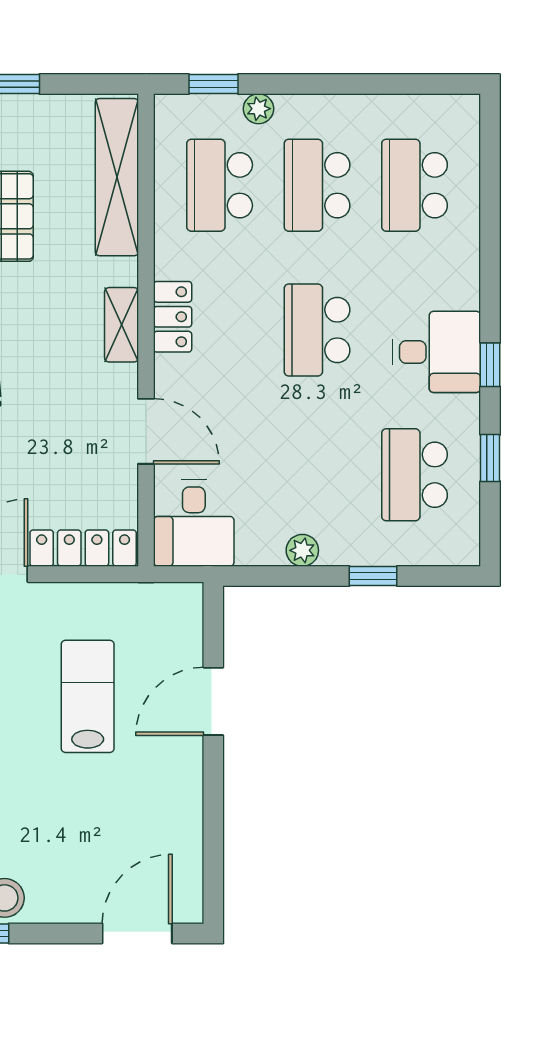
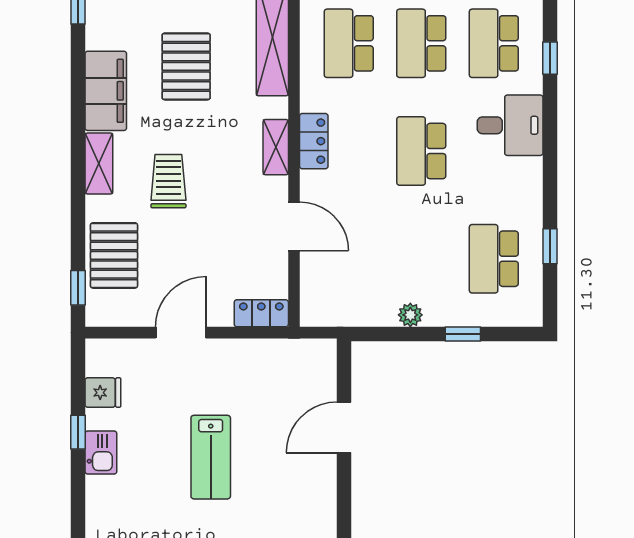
desk: (436, 352) -> (510, 125), moved
window: (490, 365) -> (550, 58), moved
desk: (194, 523) -> (330, 295), removed
locker: (83, 548) -> (261, 313), width x0.66
lab bench: (88, 696) -> (211, 457), moved, turned 180

